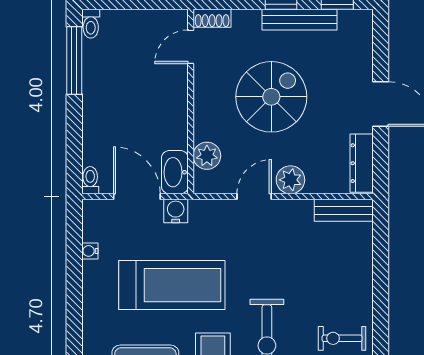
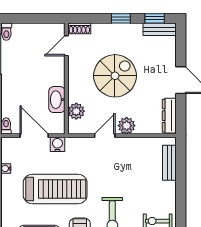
bench: (299, 20) -> (160, 29), moved, width x0.73
washbasin: (175, 172) -> (57, 100), moved
bench: (344, 210) -> (169, 163), moved, turned 90

